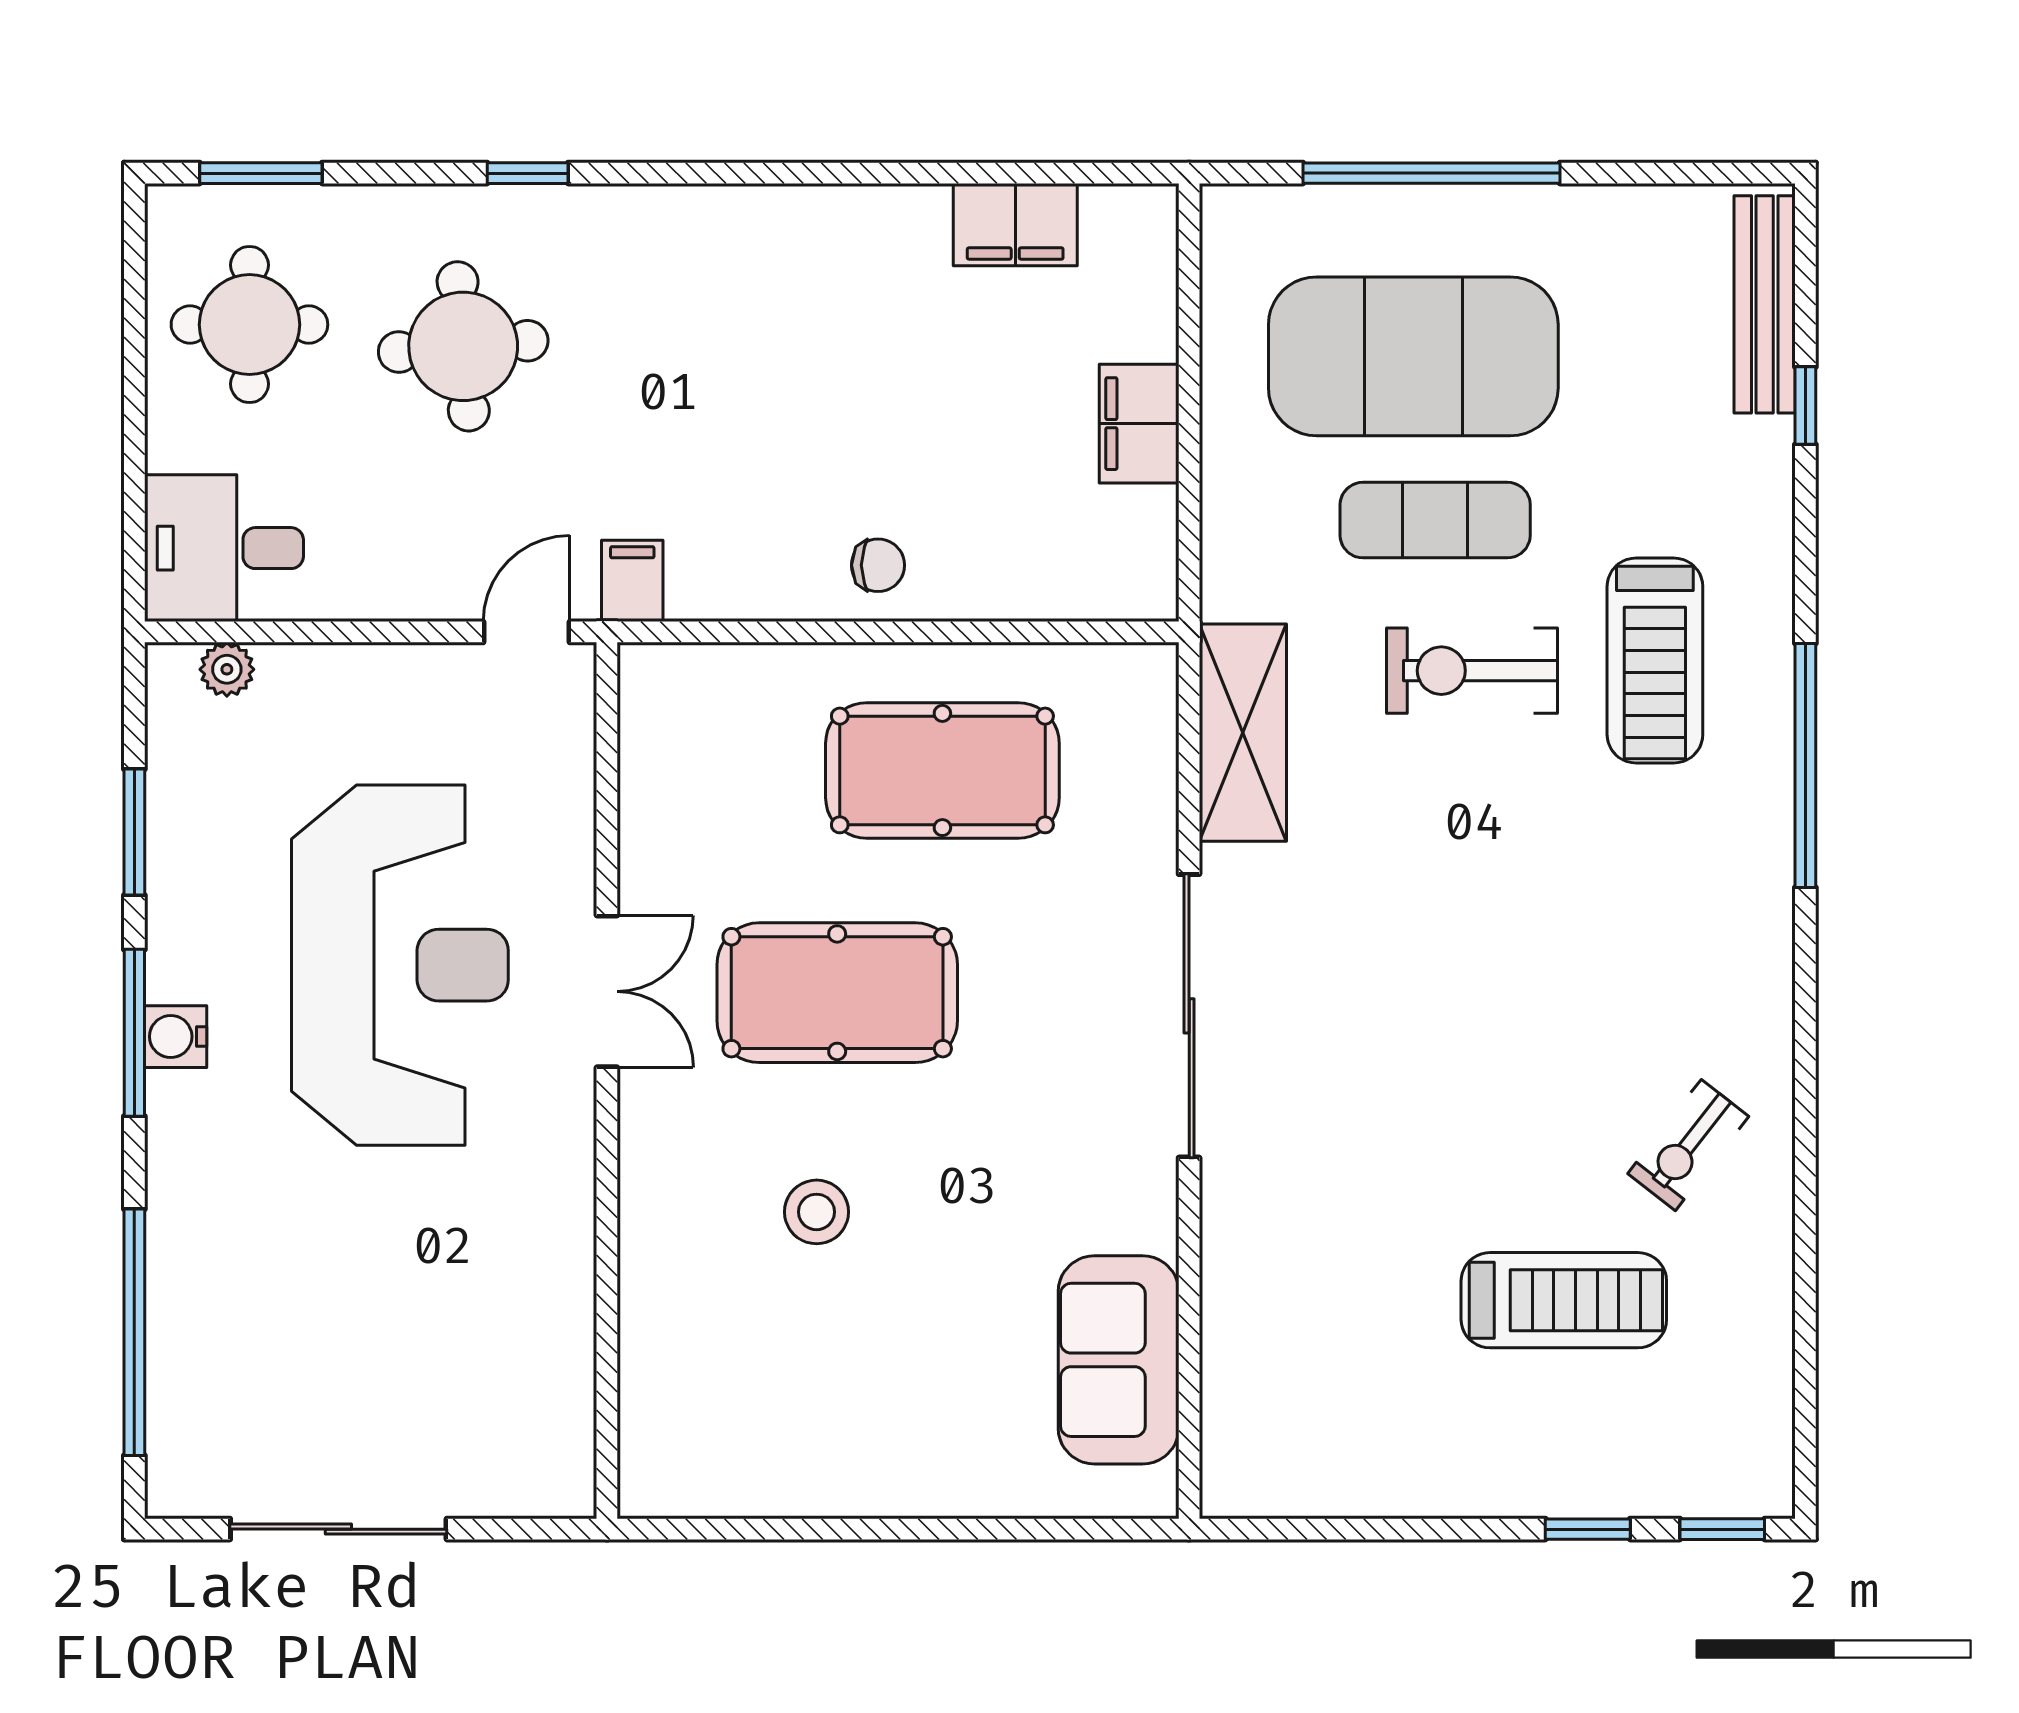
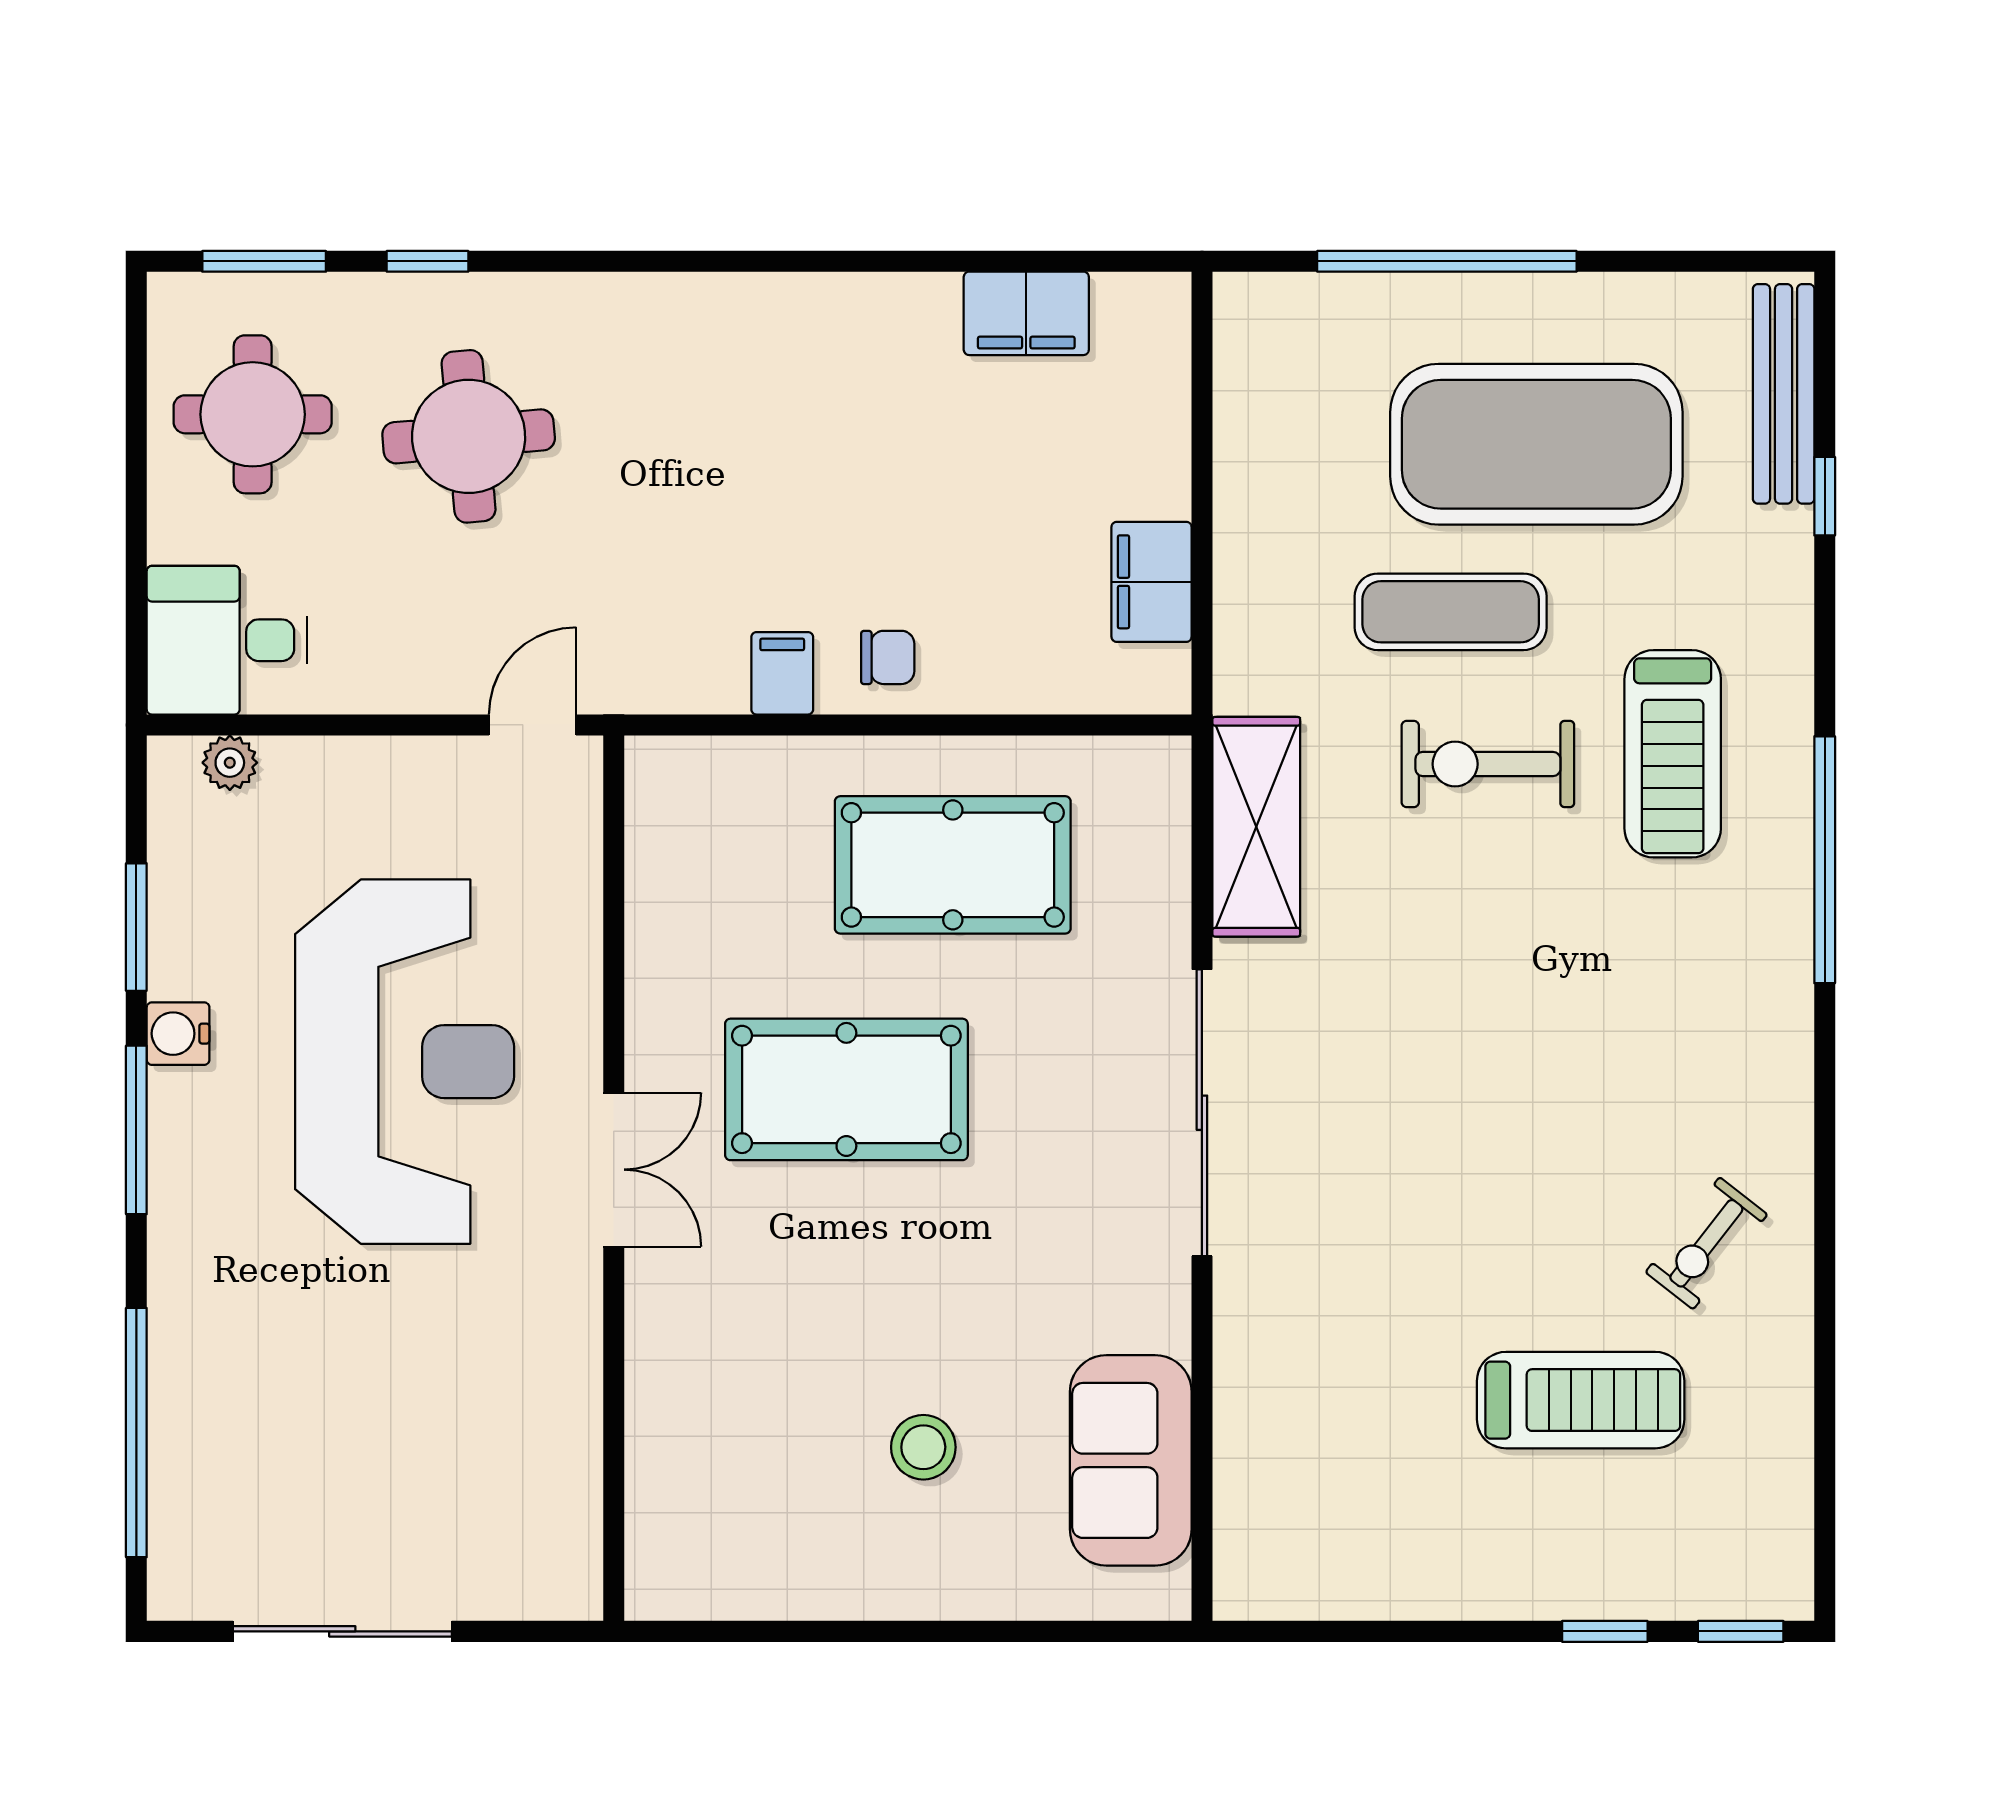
window: (528, 173) -> (428, 261), moved
exercise mat: (1413, 356) -> (1536, 444), moved
filing cabinet: (1139, 424) -> (1152, 582), moved
filing cabinet: (632, 581) -> (782, 673), moved
double door: (607, 991) -> (614, 1170), moved
water cooler: (176, 1037) -> (178, 1034), moved
stool: (817, 1212) -> (923, 1447), moved

